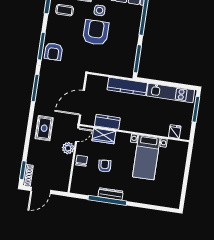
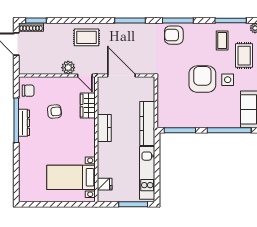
armchair: (96, 32) -> (202, 79), turned -90
kitchen counter: (107, 122) -> (104, 128), moved
bed with nightstands: (146, 157) -> (71, 177), moved
chair: (82, 161) -> (28, 91), moved

